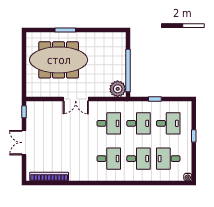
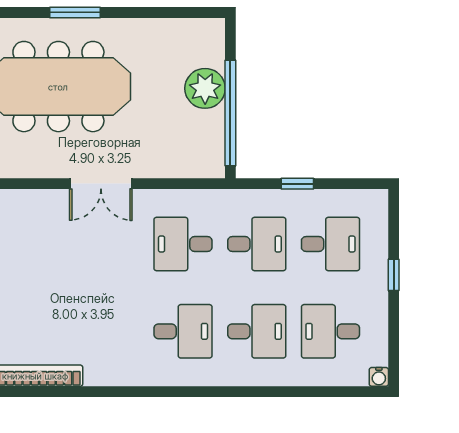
plant: (118, 89) -> (205, 88), moved
desk: (109, 123) -> (183, 244), turned 180

